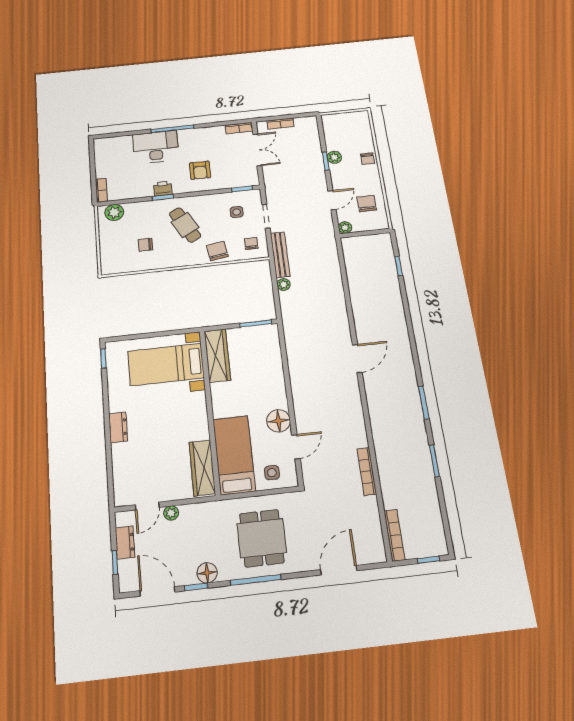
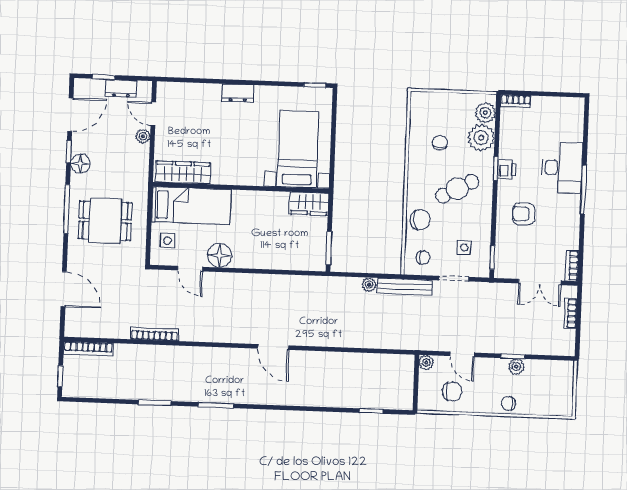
plant: (137, 212) -> (481, 138), added
wardrobe: (217, 356) -> (309, 204), width x0.67

